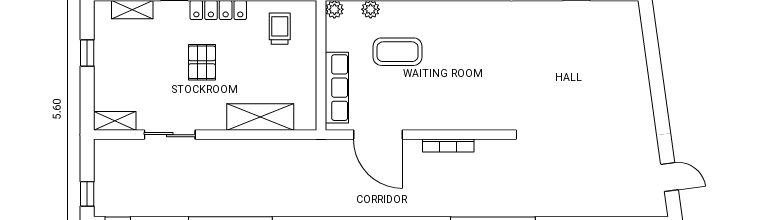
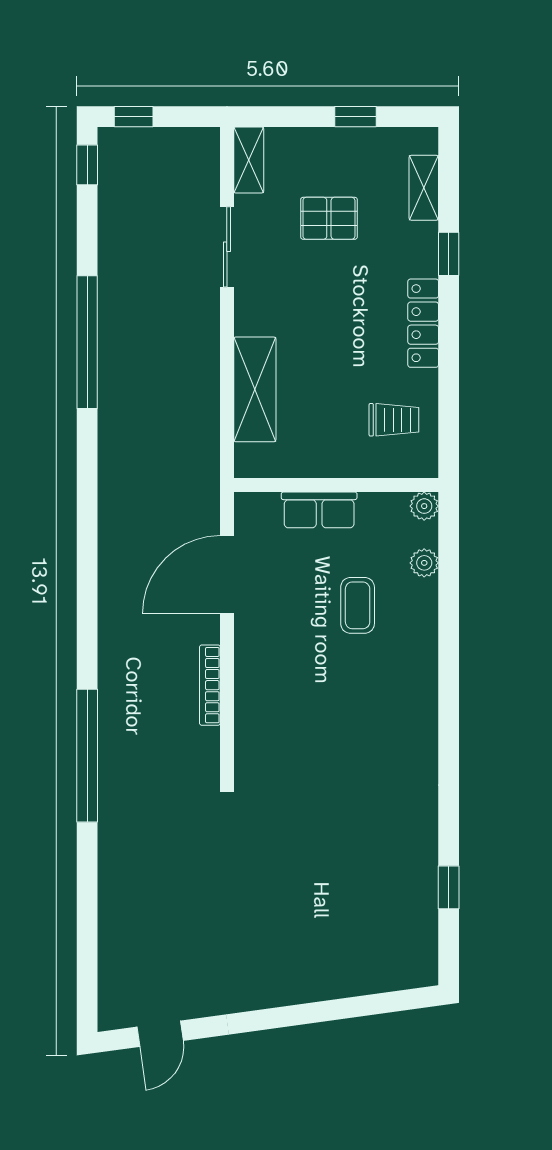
coffee table: (398, 52) -> (358, 605), width x0.73, depth x0.77
pallet: (202, 62) -> (329, 218), moved
row of seats: (337, 88) -> (319, 510), width x0.68

